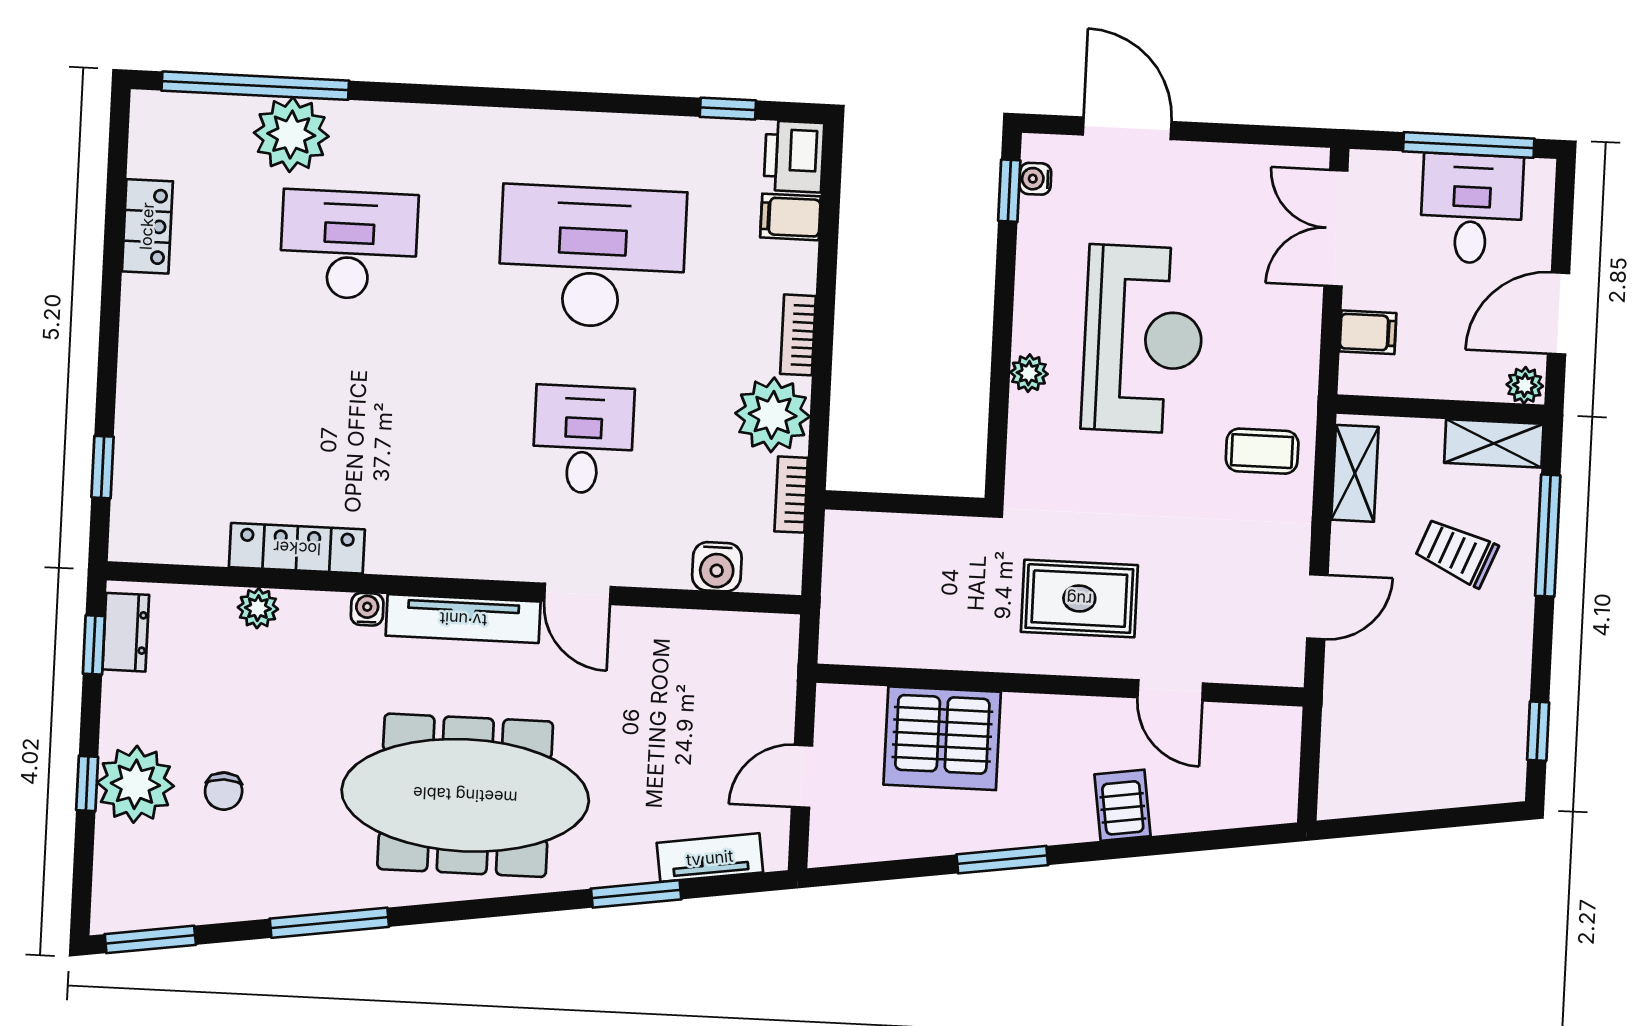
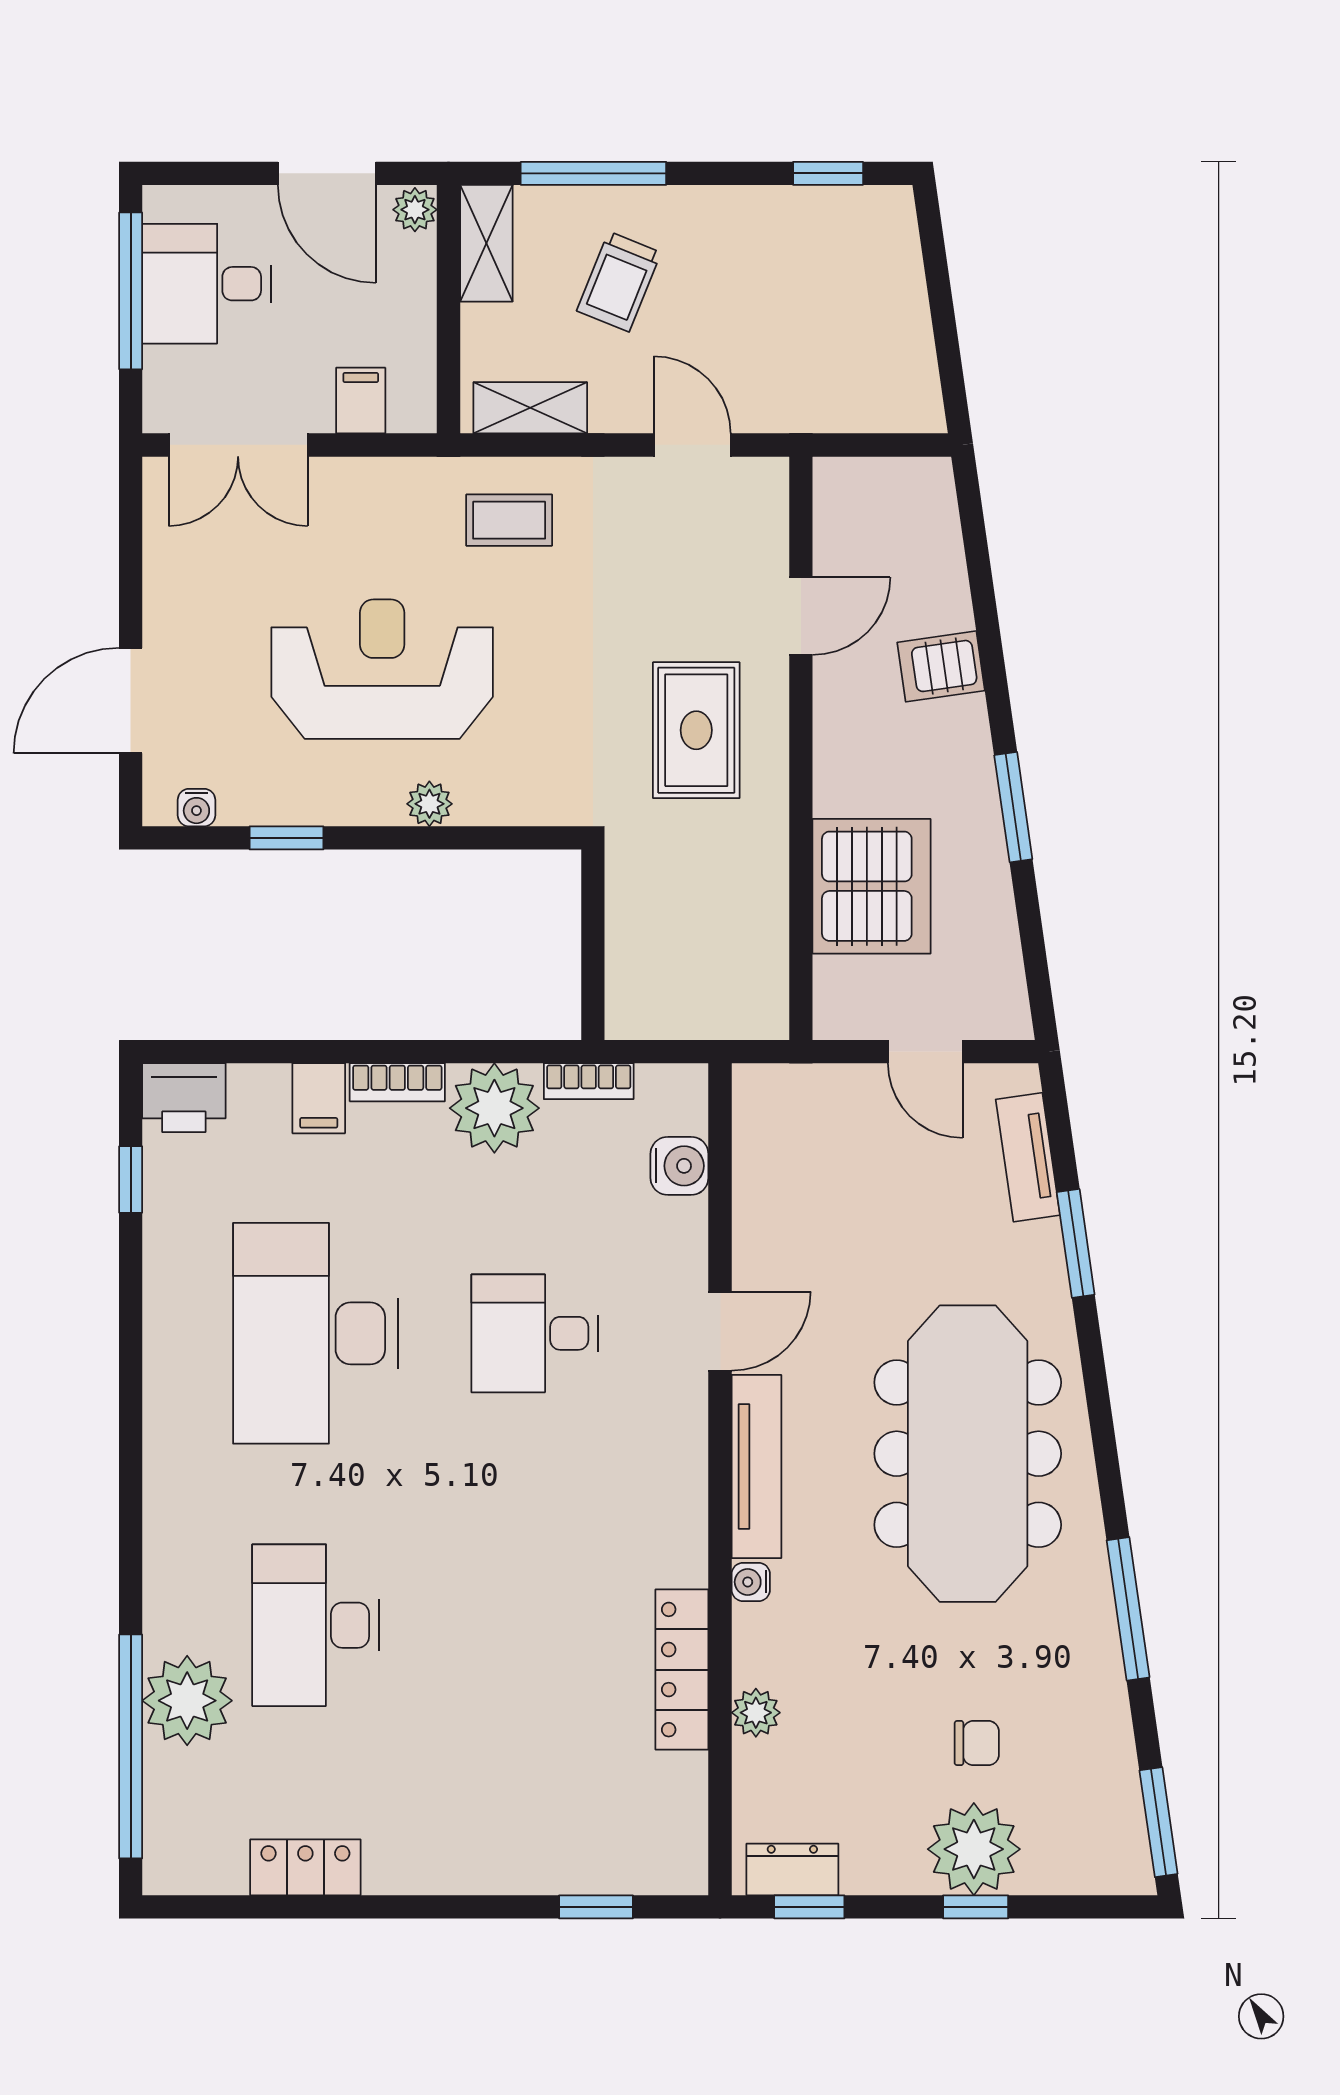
window: (1009, 191) -> (287, 838), moved
filing cabinet: (790, 217) -> (319, 1098), moved
coffee table: (1262, 451) -> (509, 520), turned 90

